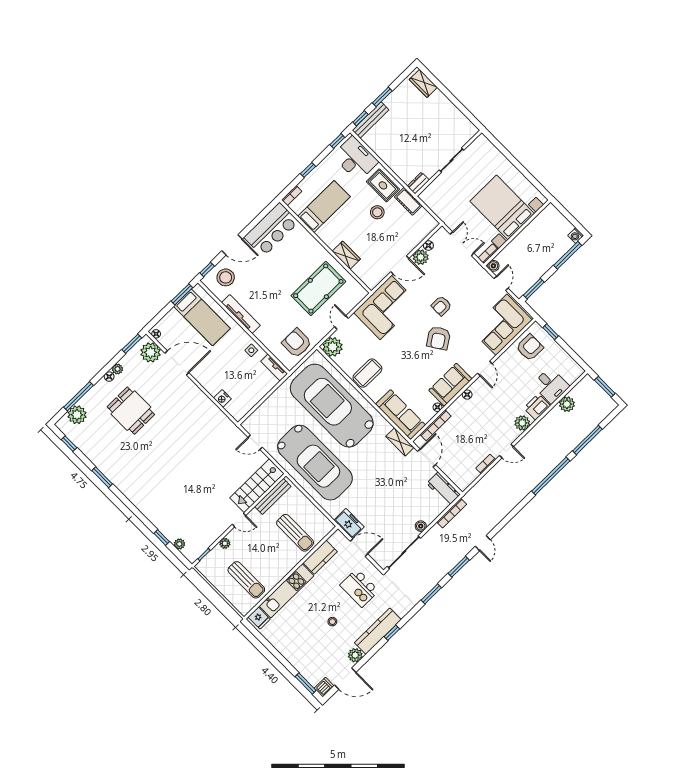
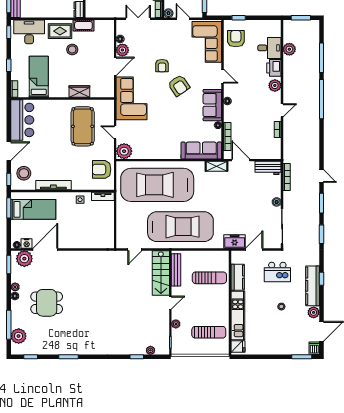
coffee table: (367, 373) -> (159, 146), removed
nightstand: (222, 398) -> (27, 243), moved

